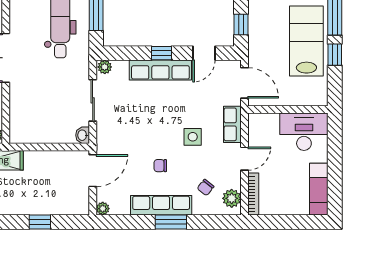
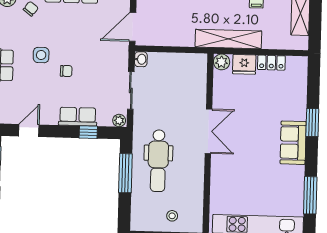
window: (162, 53) -> (88, 132), moved
row of seats: (160, 70) -> (78, 117), width x0.68
chair: (160, 166) -> (66, 71), moved

